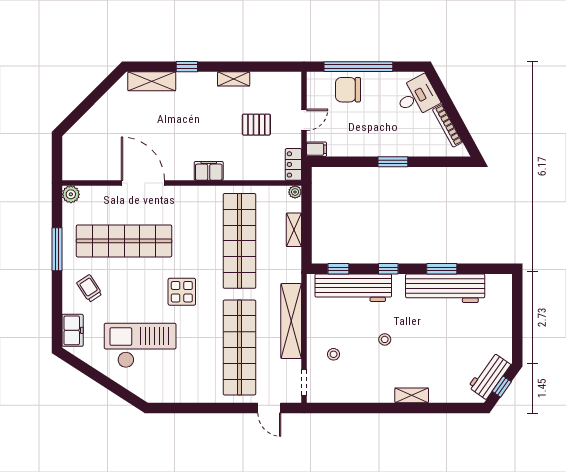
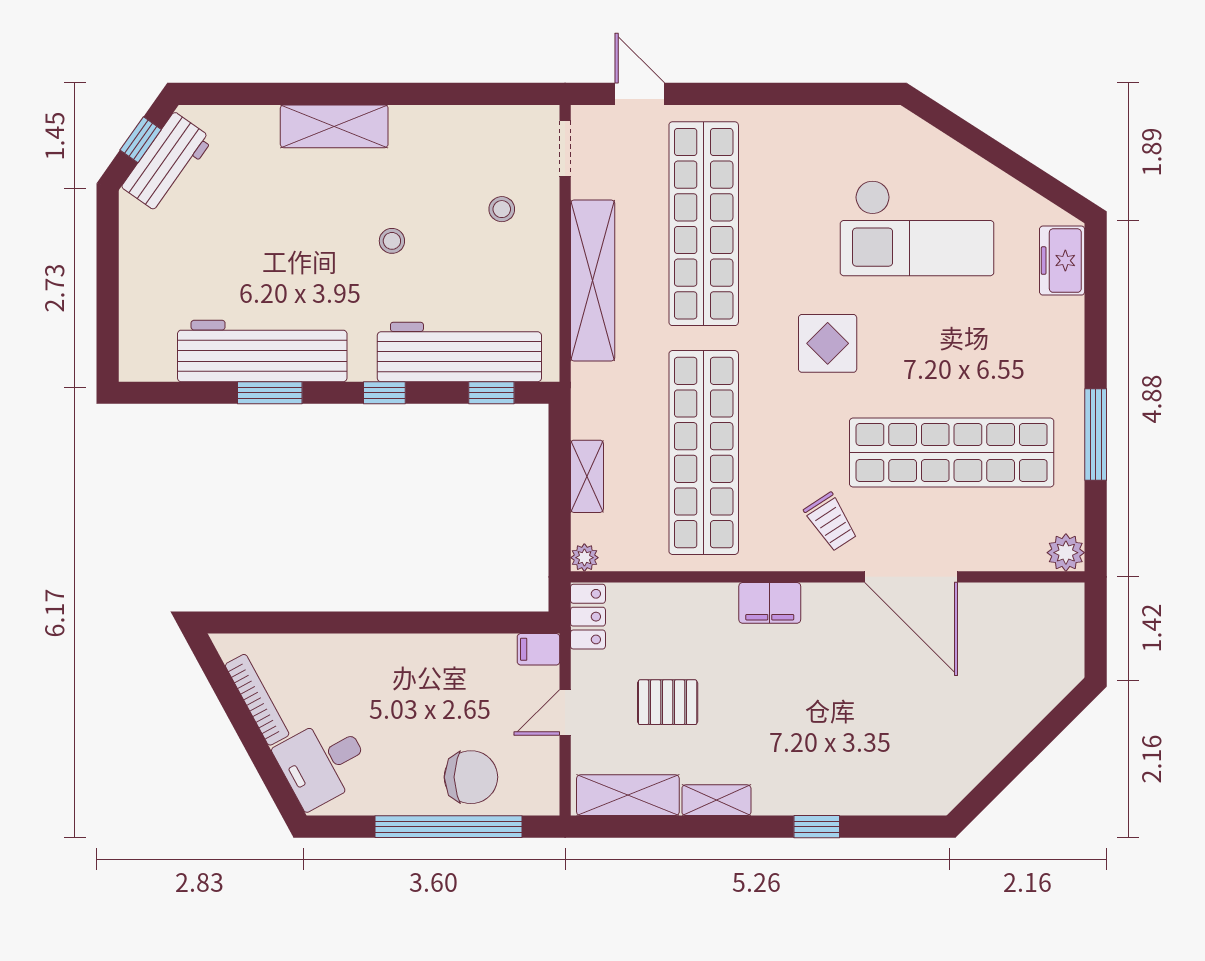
shelving: (152, 81) -> (628, 795), moved
window: (393, 162) -> (374, 622), removed
trolley: (89, 288) -> (831, 522), moved
shelving: (412, 395) -> (334, 126), width x1.50, depth x1.33

